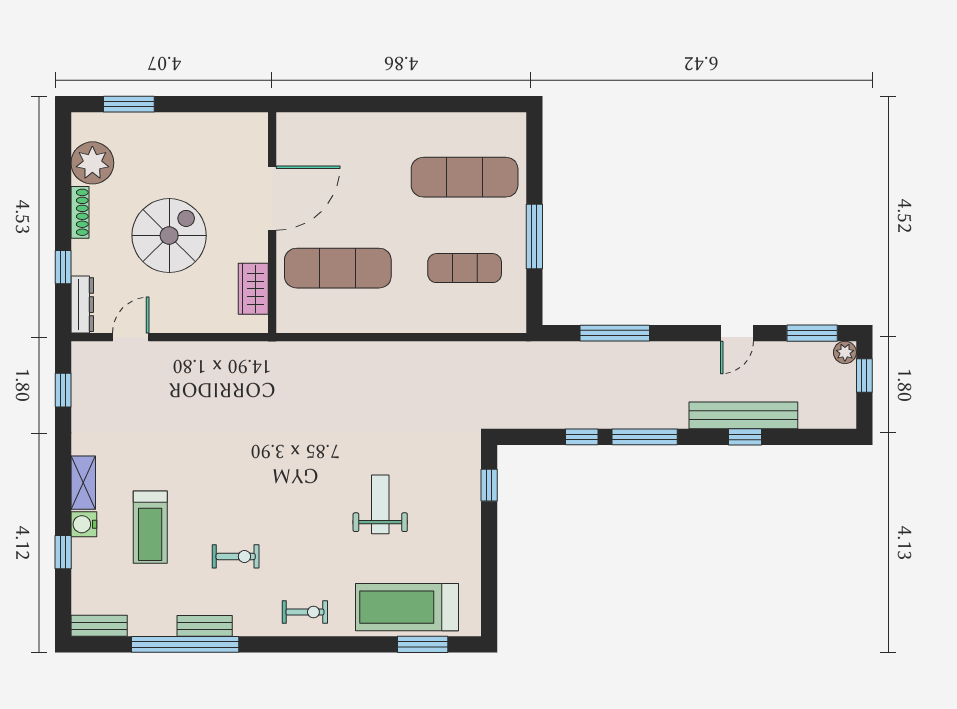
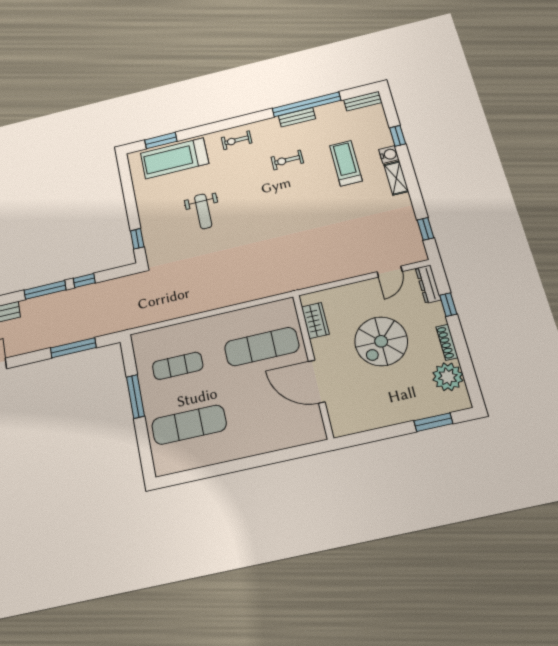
door: (272, 198) -> (317, 382), hinge flipped
treadmill: (407, 607) -> (174, 158), turned 180

